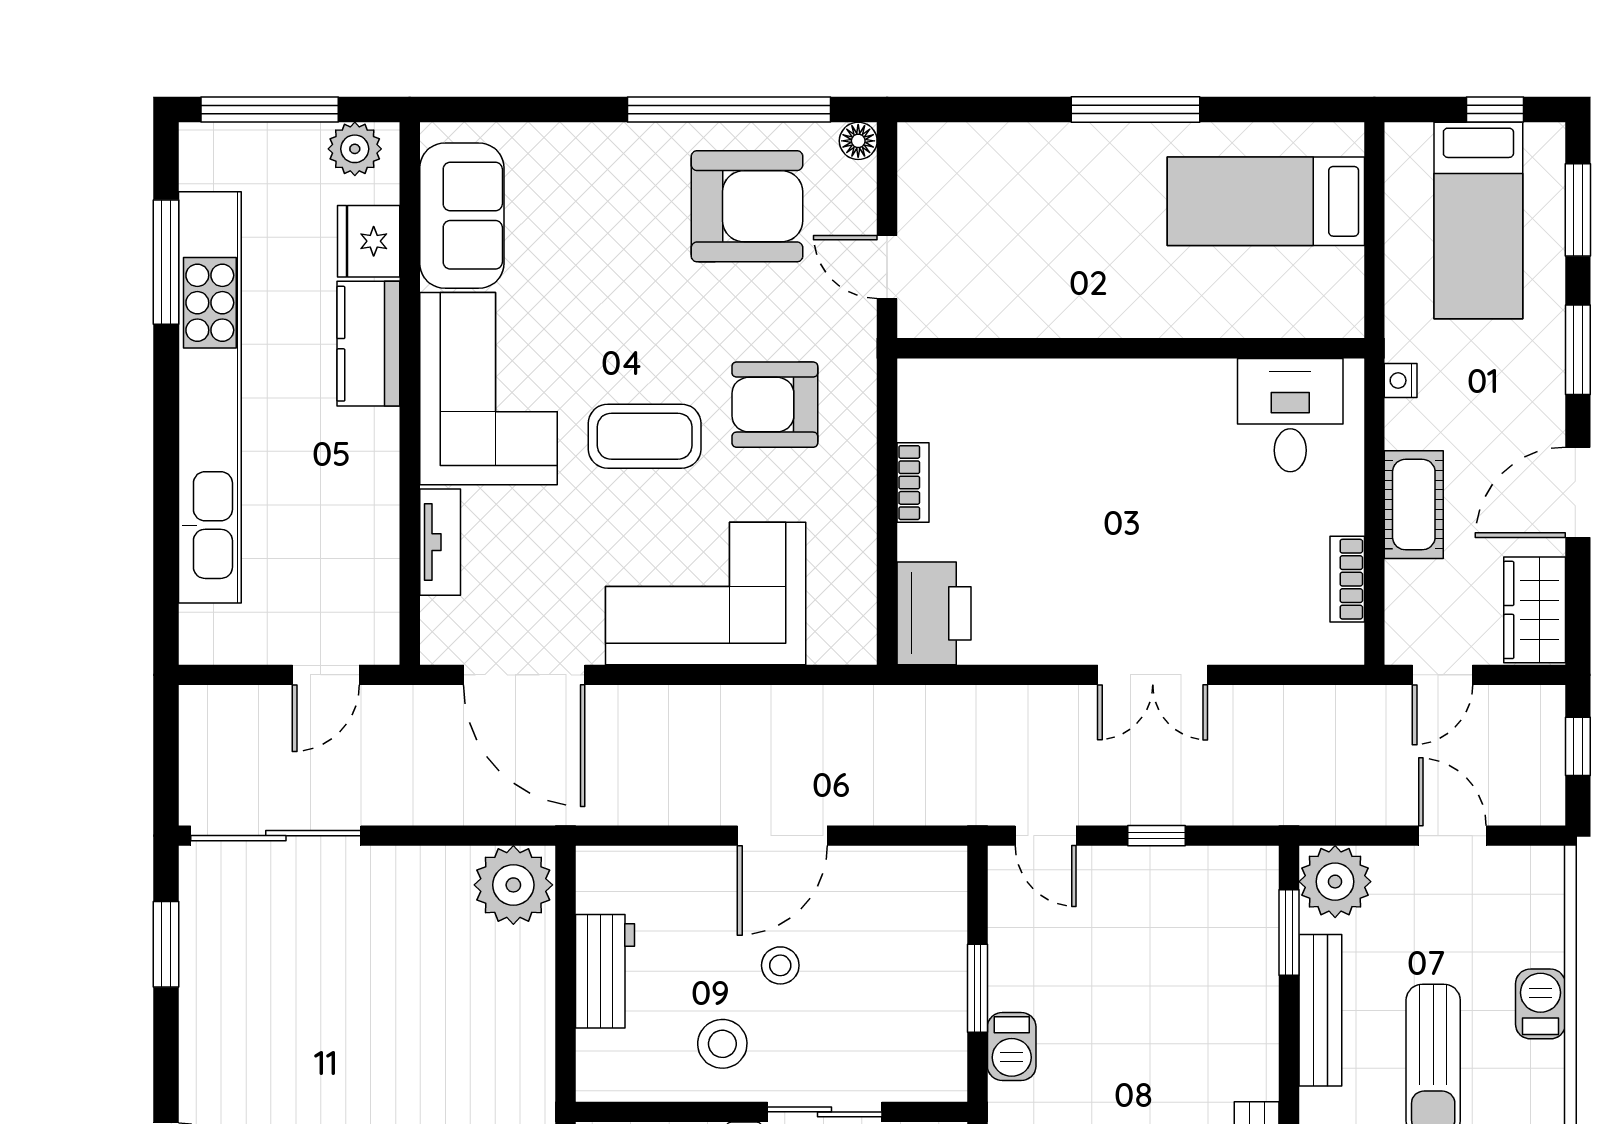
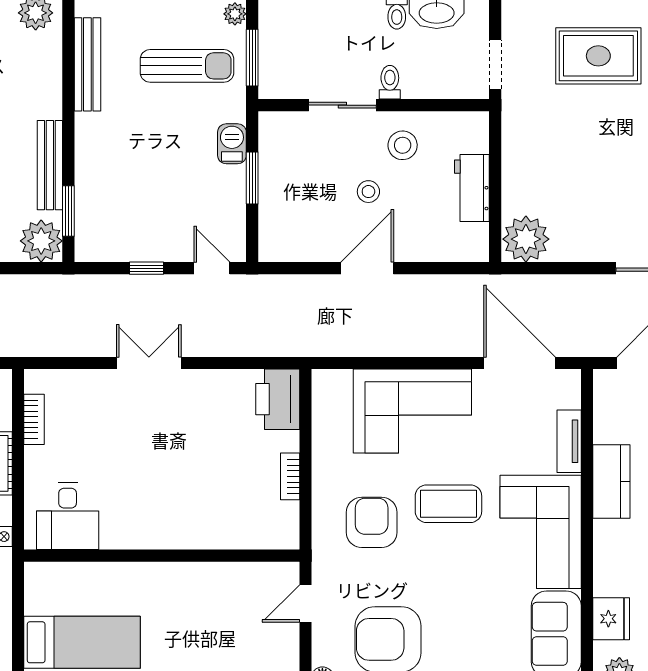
door: (887, 267) -> (305, 604), swing flipped
kitchen counter: (368, 344) -> (611, 481), moved
armchair: (775, 405) -> (372, 522), turned -90

